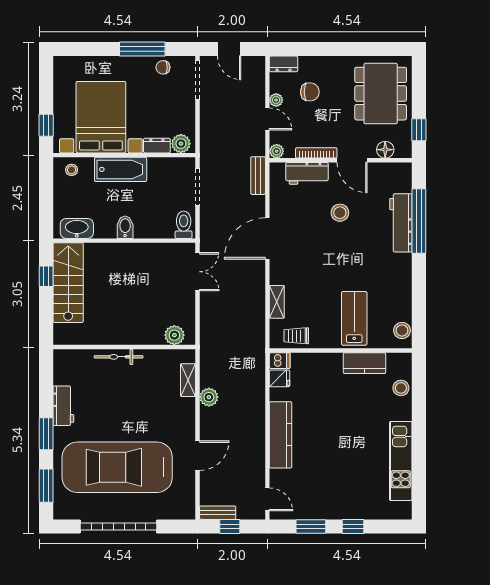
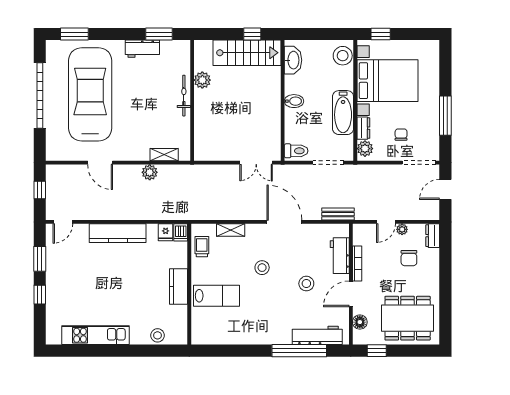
chair: (163, 67) -> (401, 135), moved
plant: (277, 151) -> (359, 230), removed
bathtub: (121, 169) -> (343, 113), moved
stool: (72, 170) -> (343, 56), width x1.89, depth x1.89
workbench: (401, 223) -> (317, 335), moved
stool: (402, 330) -> (262, 268), moved
plant: (174, 335) -> (202, 80), moved
kitchen counter: (365, 363) -> (179, 286), moved
window: (46, 434) -> (159, 34), moved
bench: (218, 513) -> (52, 180), removed

